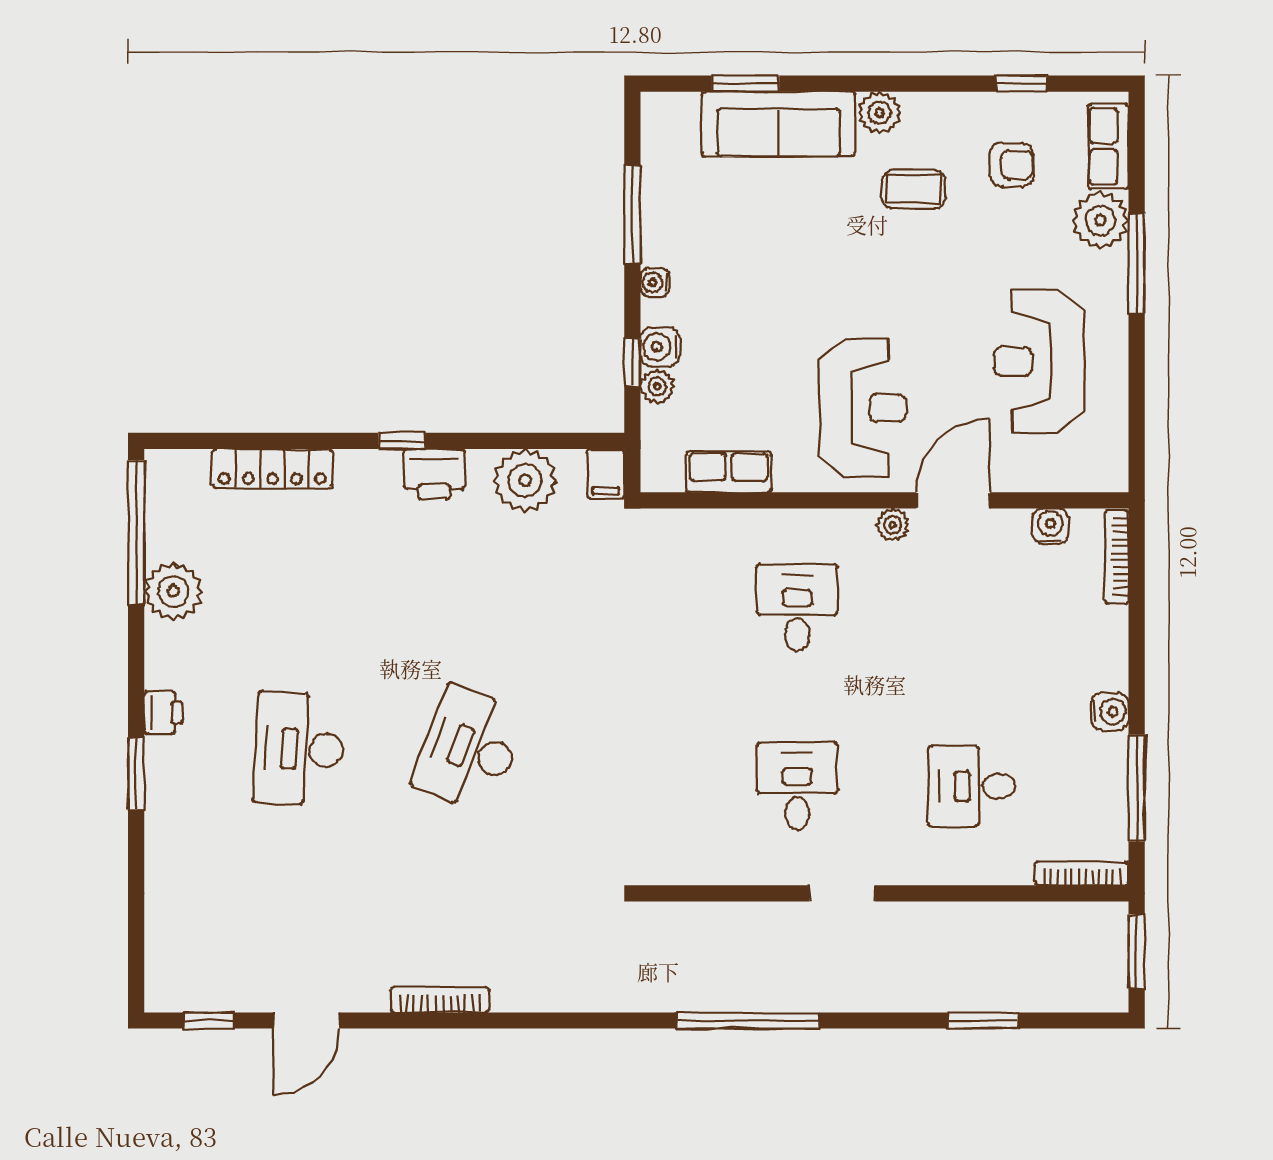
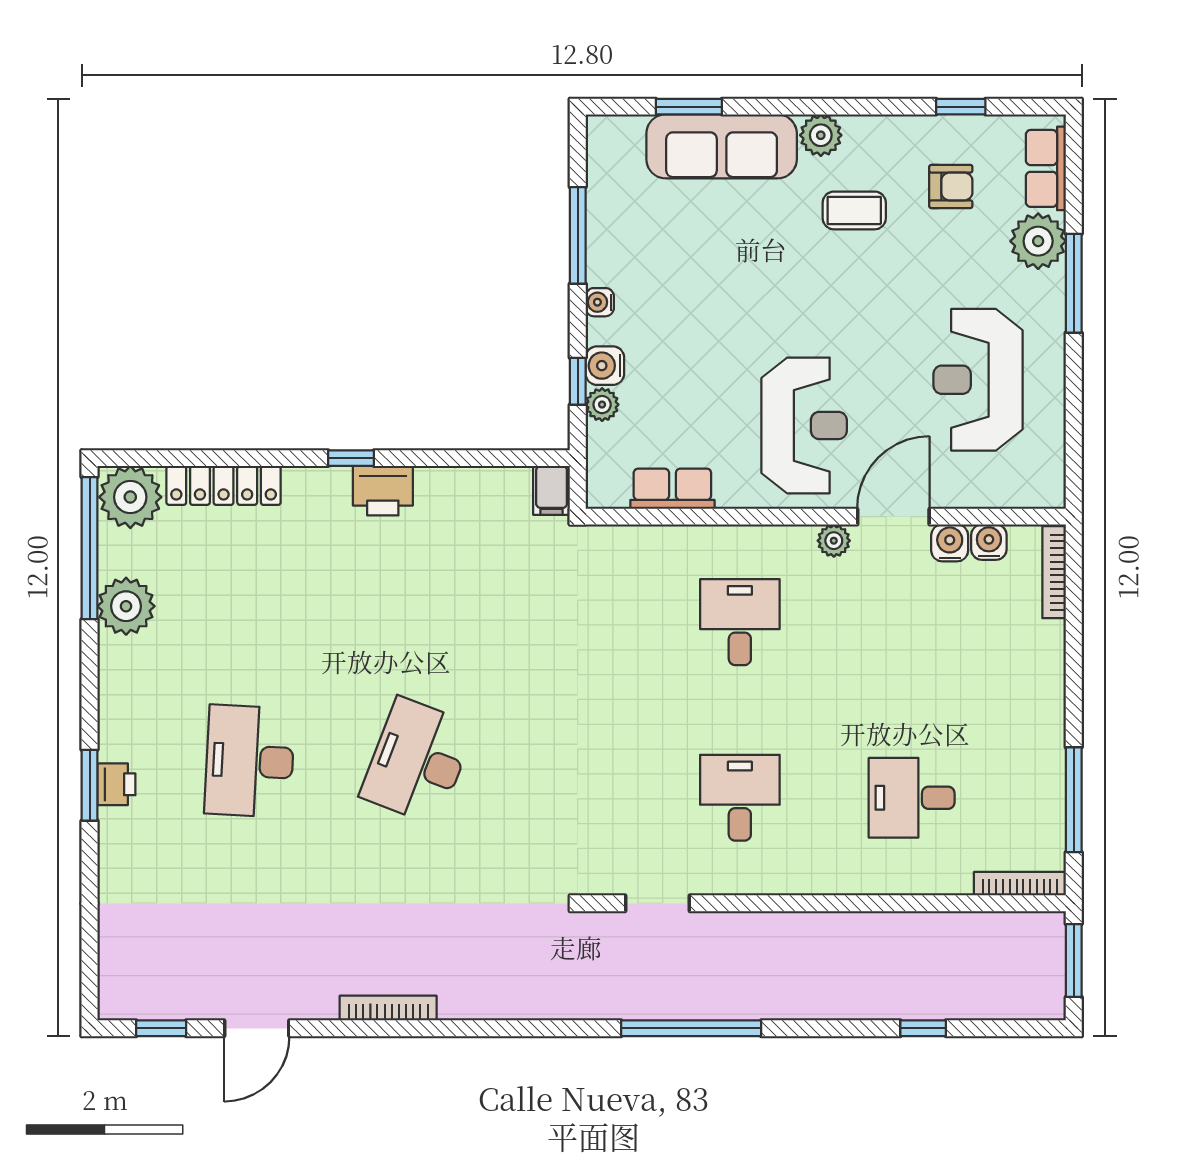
plant: (525, 480) -> (130, 497), moved
water cooler: (1110, 711) -> (950, 543), moved, turned -90
printer: (163, 713) -> (116, 784), moved
doorway: (842, 893) -> (657, 903), moved
window: (983, 1020) -> (923, 1028), width x0.67

